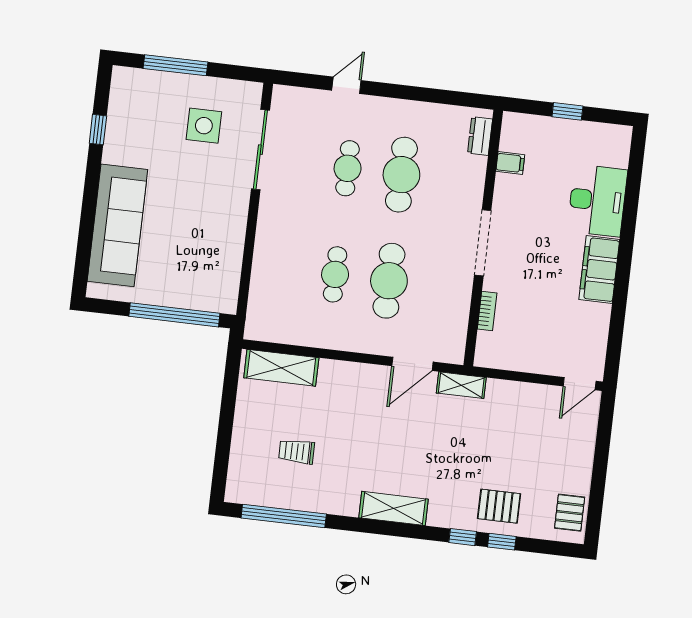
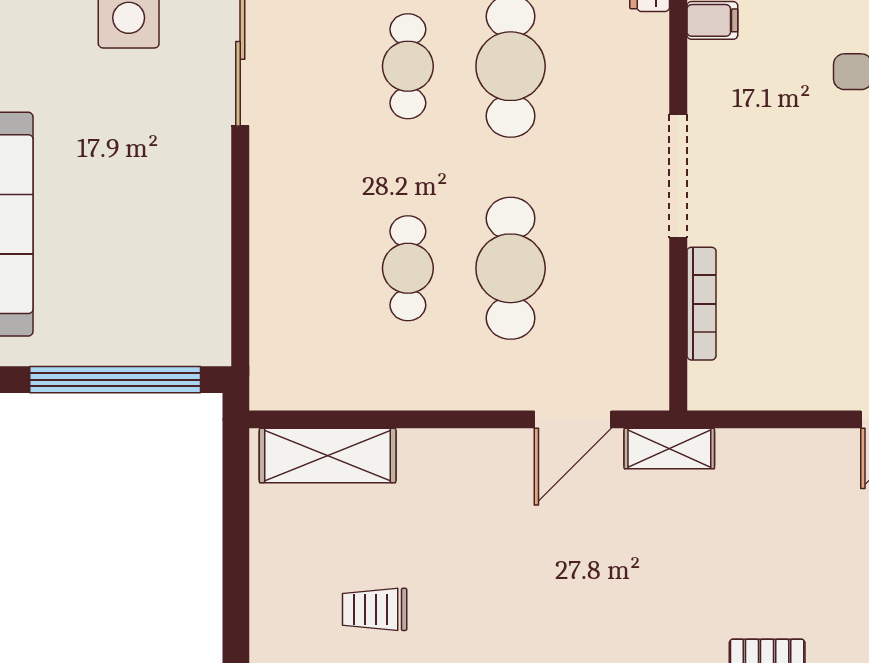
bookcase: (487, 311) -> (701, 304), width x1.56

